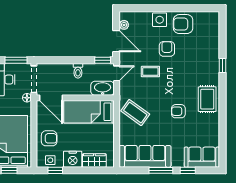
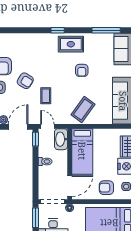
armchair: (167, 49) -> (25, 81), turned -149
window: (223, 66) -> (58, 30), moved
armchair: (49, 138) -> (106, 188), turned -90
window: (223, 138) -> (106, 30), added

